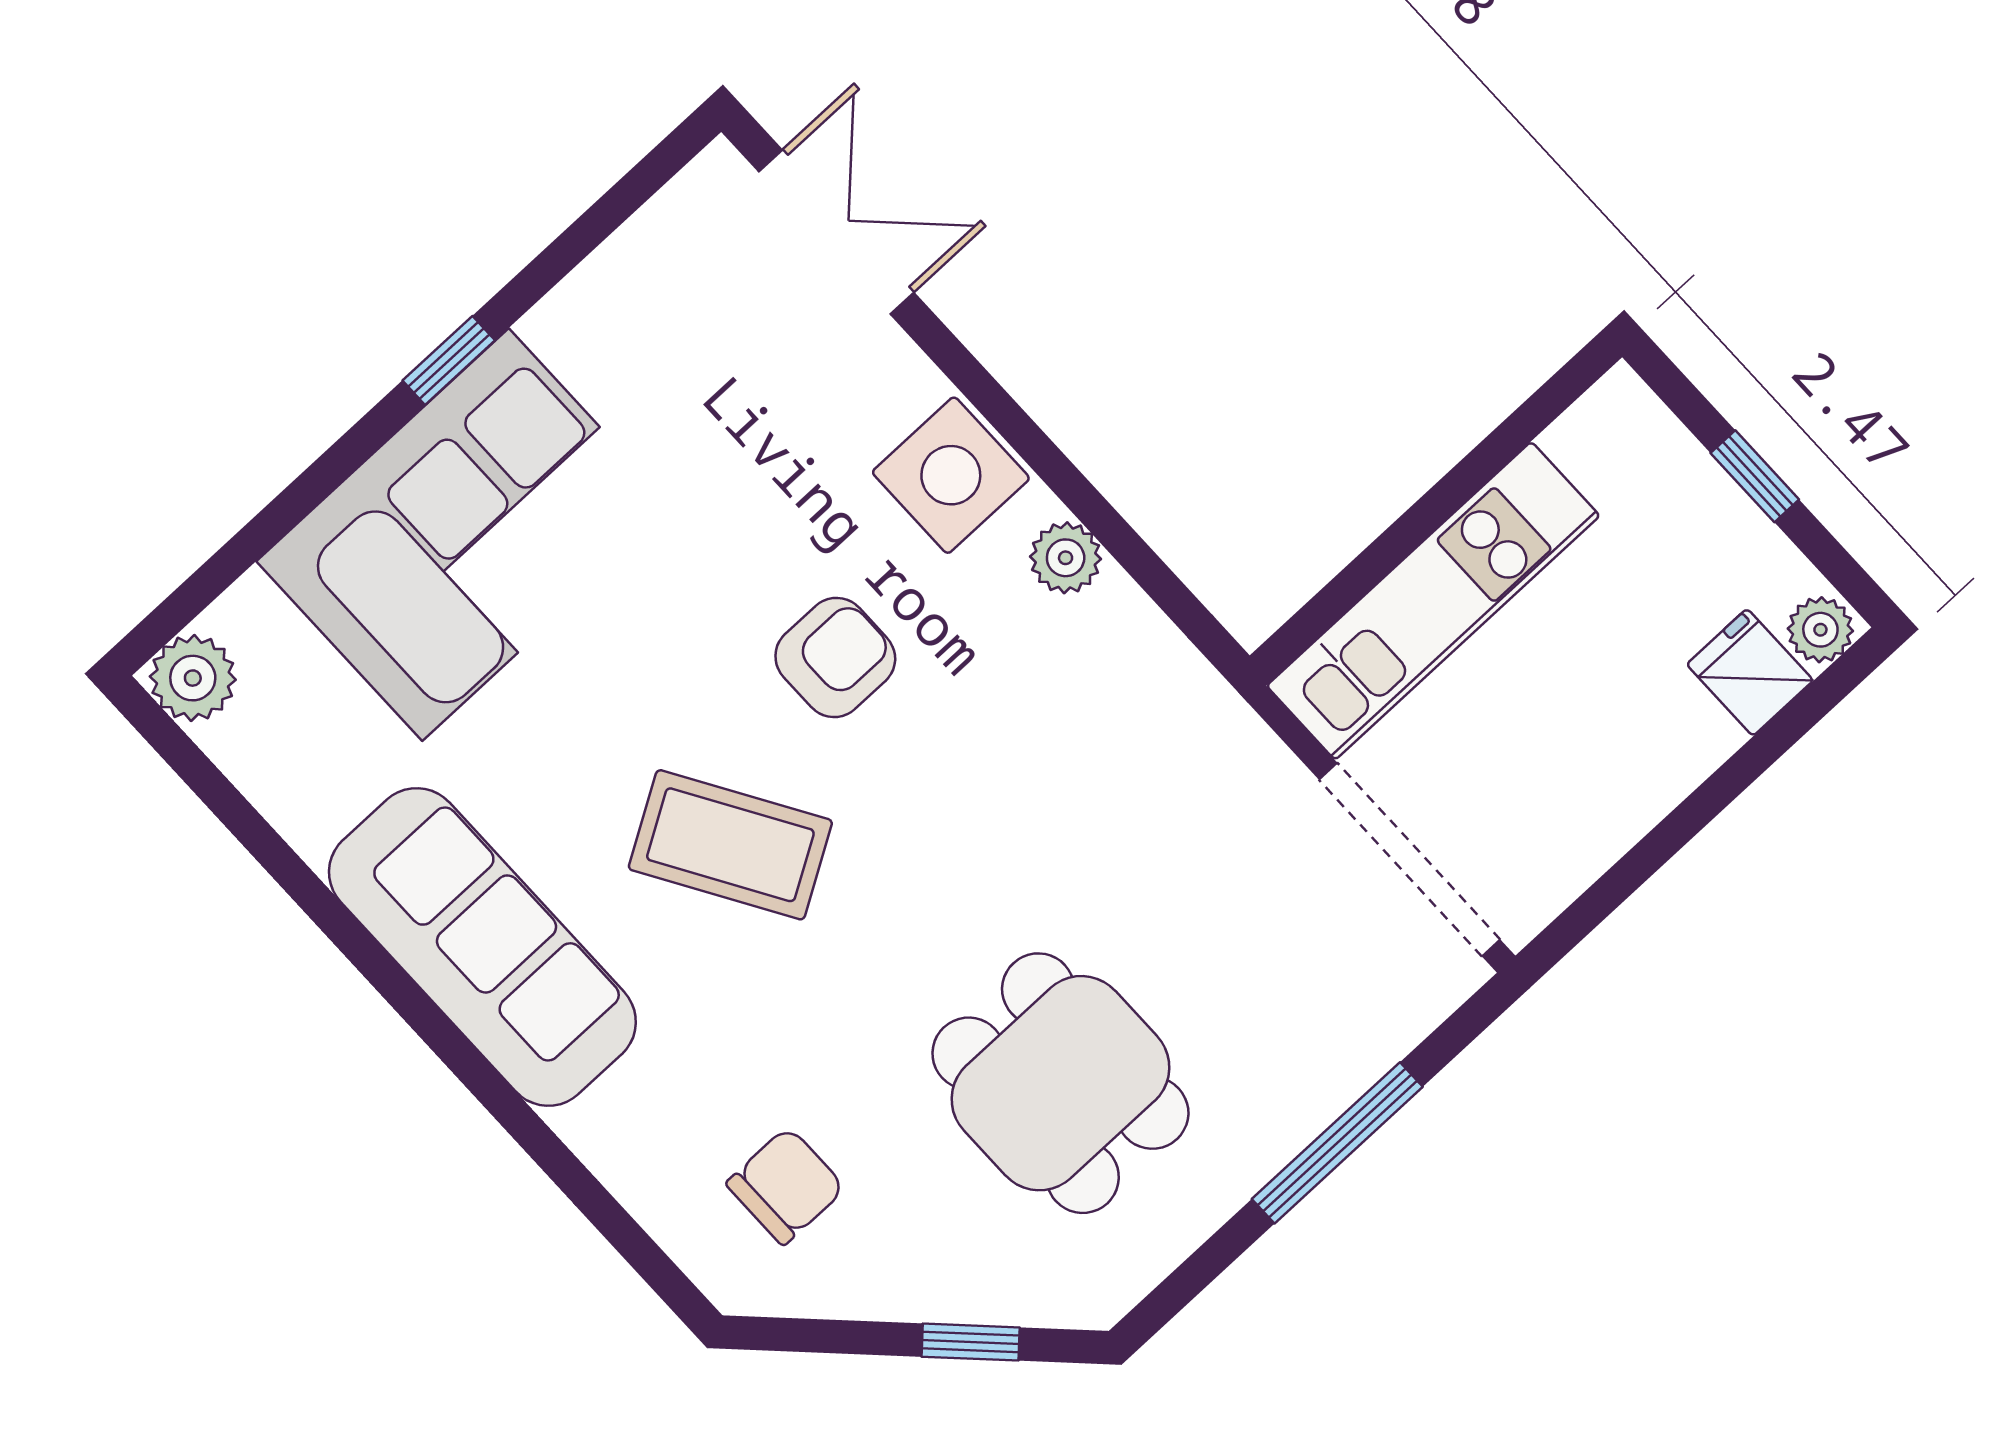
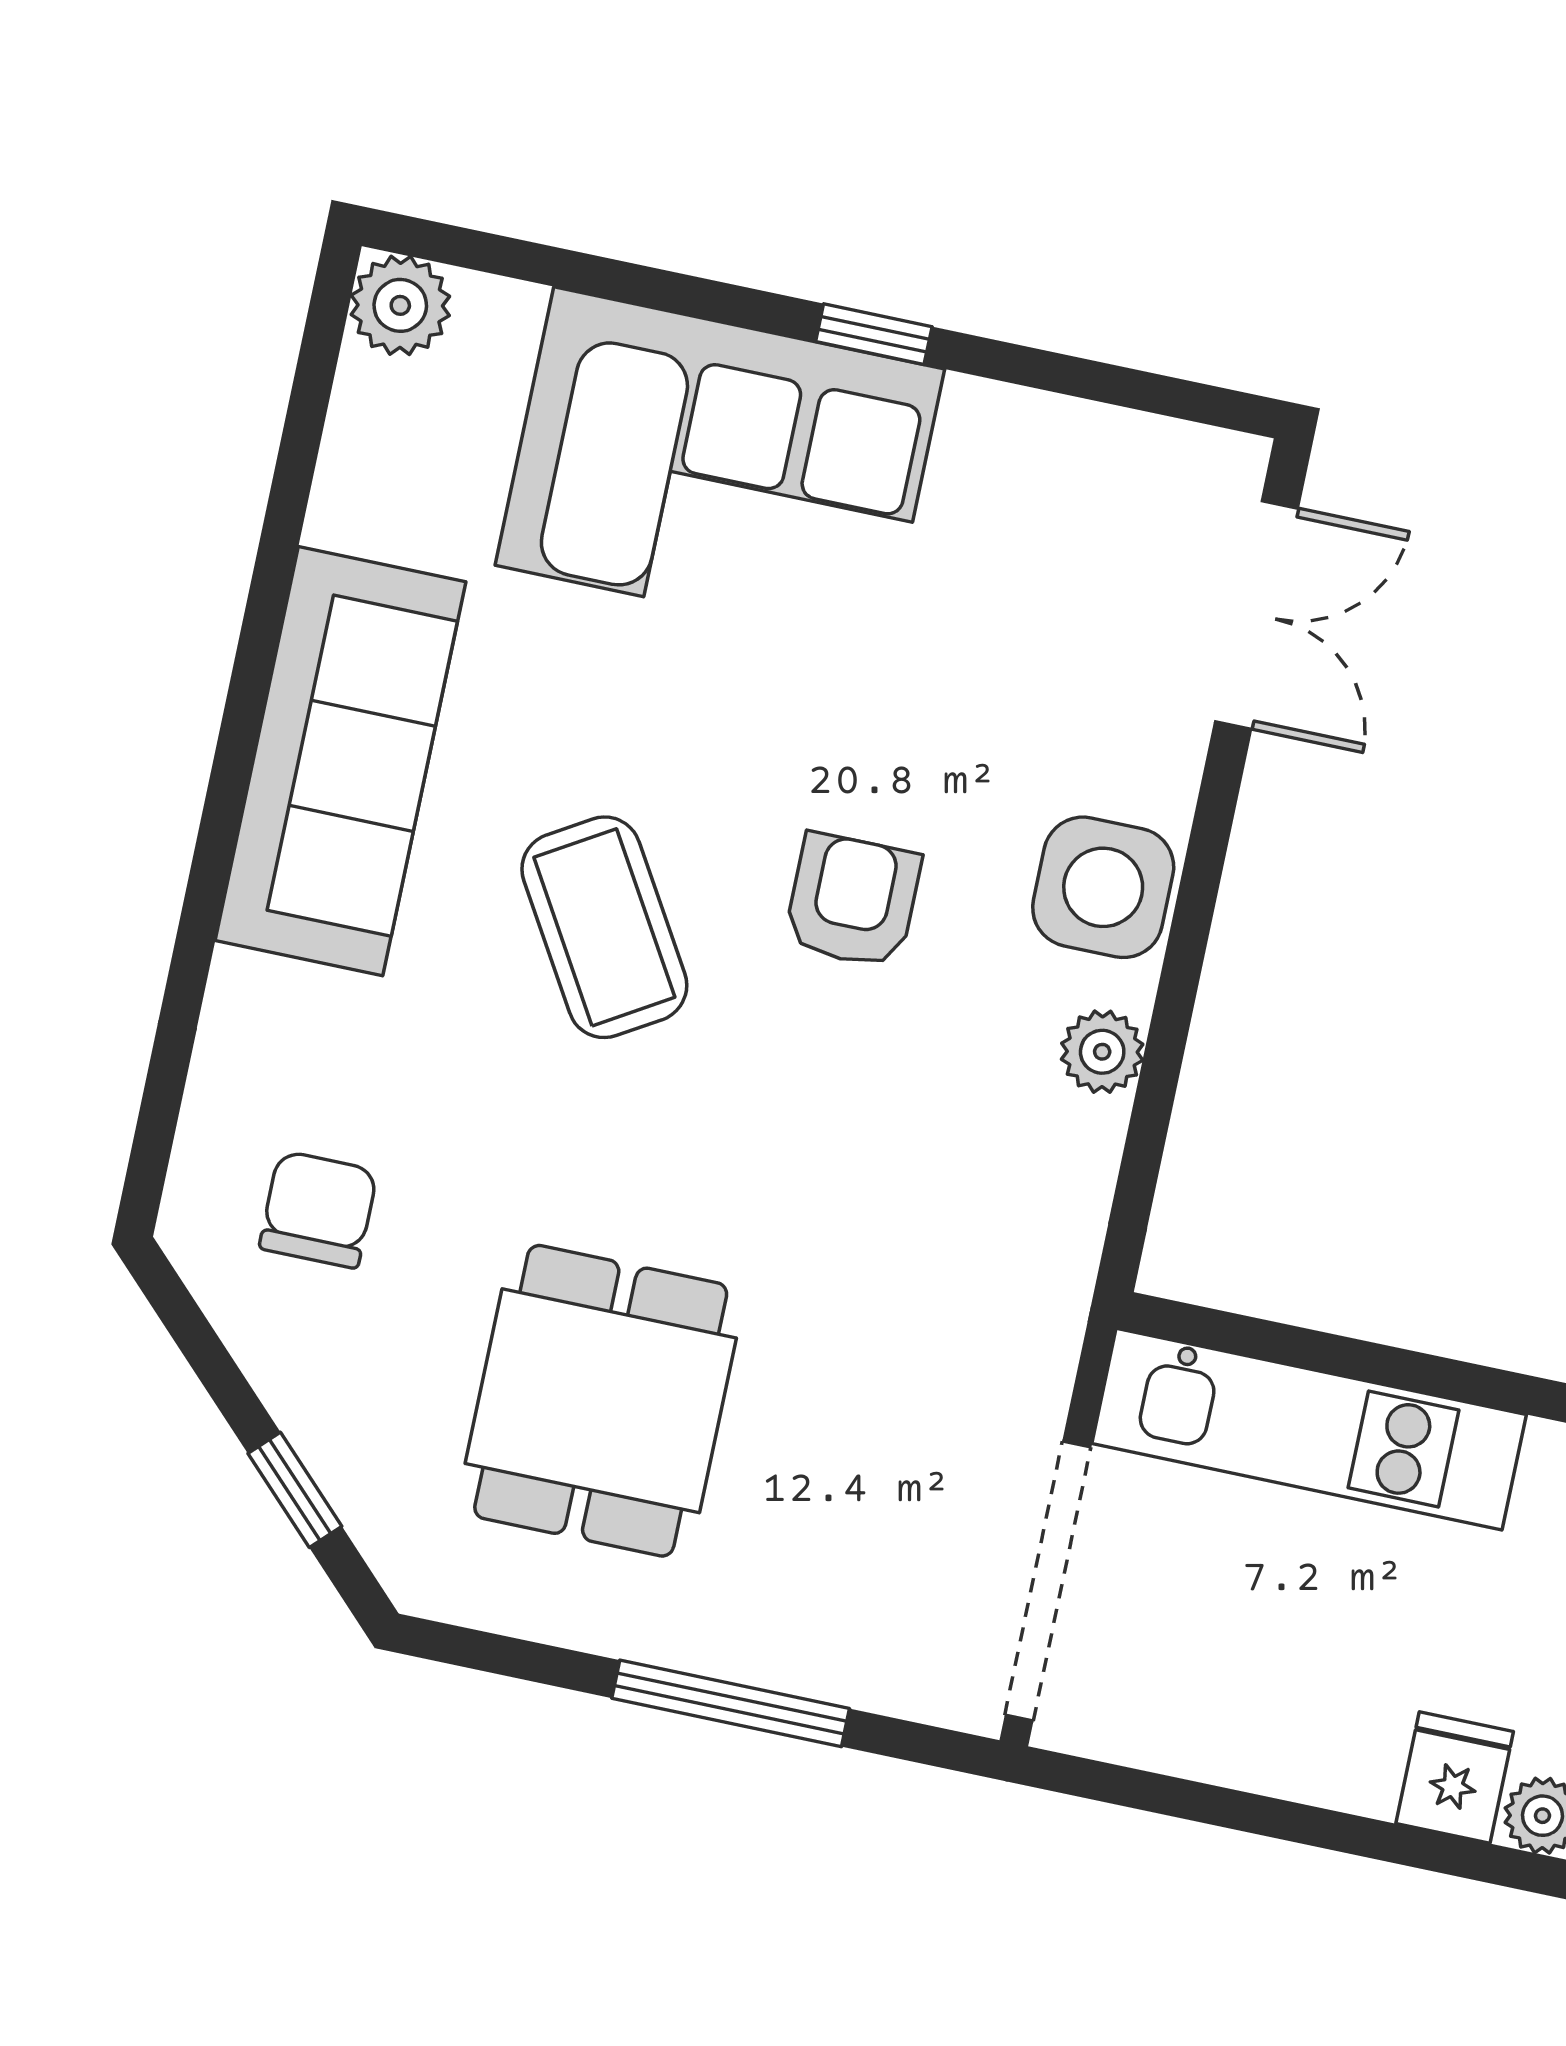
armchair: (835, 658) -> (853, 901), turned -90
chair: (786, 1186) -> (318, 1209), turned -90

